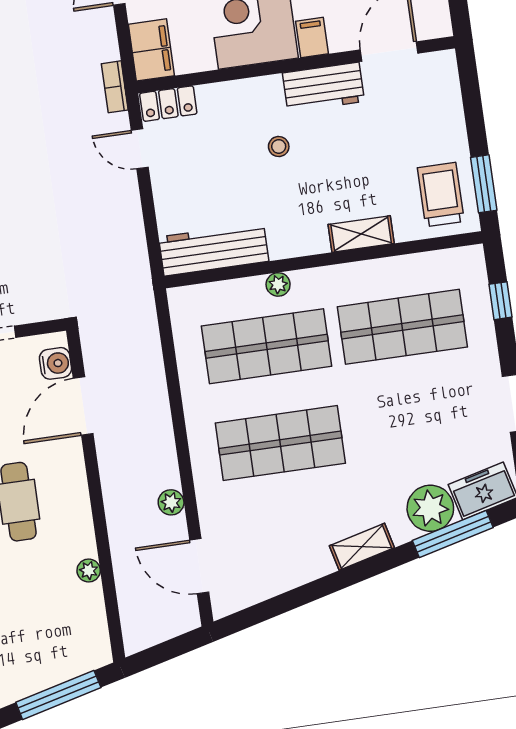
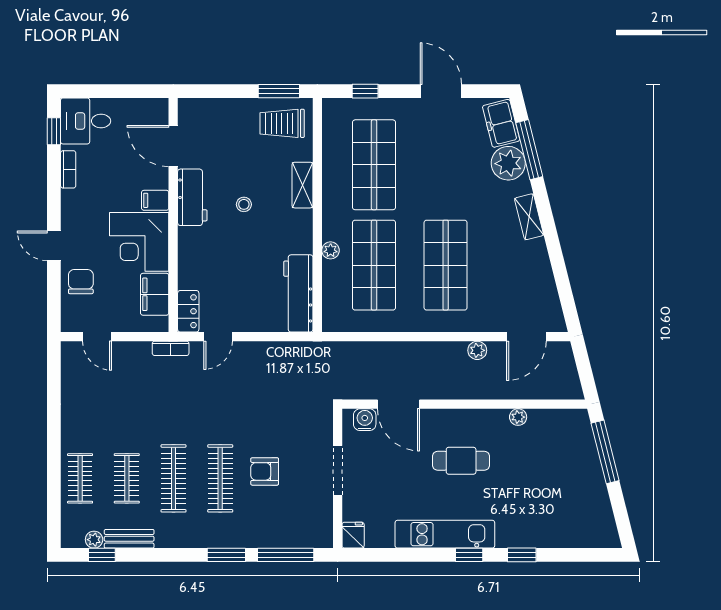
filing cabinet: (151, 50) -> (155, 294), moved, turned -90
stool: (279, 146) -> (244, 204), moved

